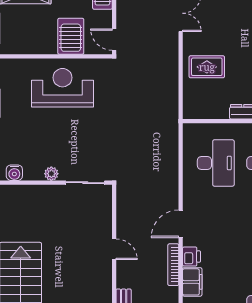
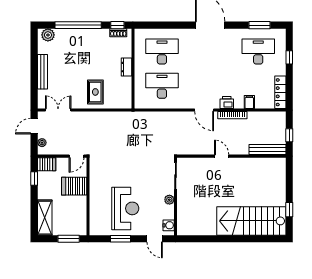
reception desk: (62, 88) -> (125, 208), moved, turned 180
door: (114, 249) -> (222, 156), hinge flipped
filing cabinet: (192, 282) -> (249, 102), width x0.50

